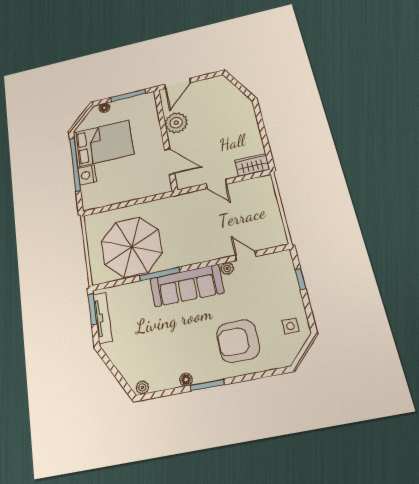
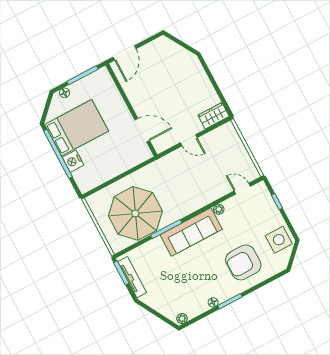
plant: (176, 123) -> (136, 92), removed
door: (246, 256) -> (242, 189), moved
side table: (290, 326) -> (279, 240), width x1.87, depth x1.87

